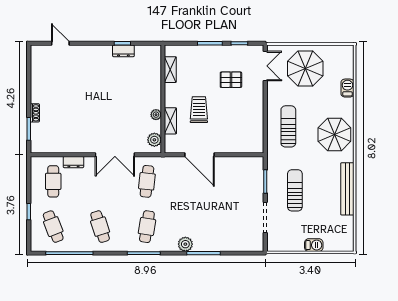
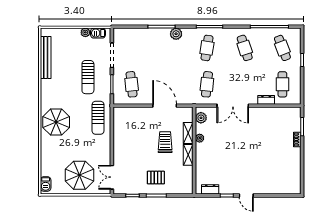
door: (60, 43) -> (246, 196), moved
dresser: (123, 51) -> (210, 189), moved
shelving: (170, 70) -> (188, 155), moved
pallet: (231, 80) -> (156, 178), moved
barbecue: (347, 88) -> (46, 184), moved
trolley: (199, 110) -> (165, 142), turned 180
sun lounger: (288, 126) -> (98, 118), moved
double door: (115, 155) -> (233, 106), swing flipped
cafe table: (241, 181) -> (132, 84), added
bench: (347, 189) -> (46, 58), moved
barbecue: (314, 245) -> (98, 33), moved
plant: (298, 246) -> (85, 32), added

